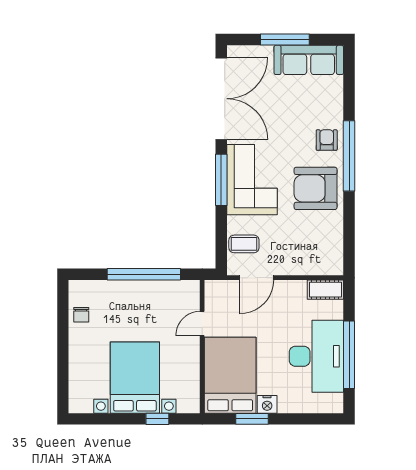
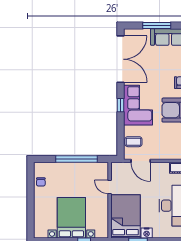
window: (221, 180) -> (120, 105), width x0.46
door: (257, 278) -> (141, 161), hinge flipped
door: (202, 324) -> (110, 187), hinge flipped

